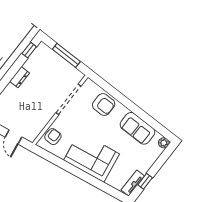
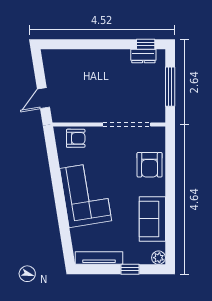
dresser: (19, 77) -> (143, 56), moved
window: (145, 181) -> (130, 269), moved
tv unit: (133, 183) -> (99, 258), width x1.41

